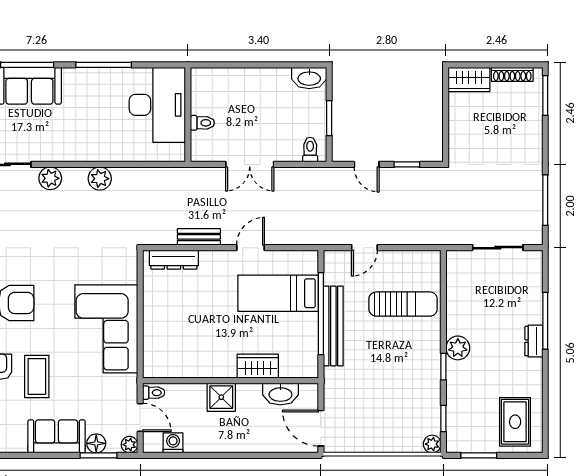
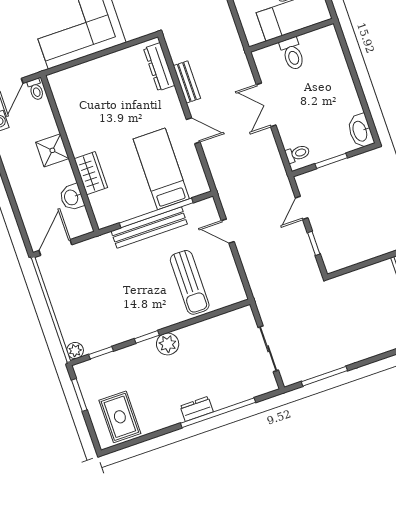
toilet: (202, 123) -> (292, 54), width x1.37, depth x1.39
window: (545, 321) -> (218, 413), width x1.46
washbasin: (280, 394) -> (72, 197), width x0.72
rug: (515, 422) -> (120, 417), turned 90

